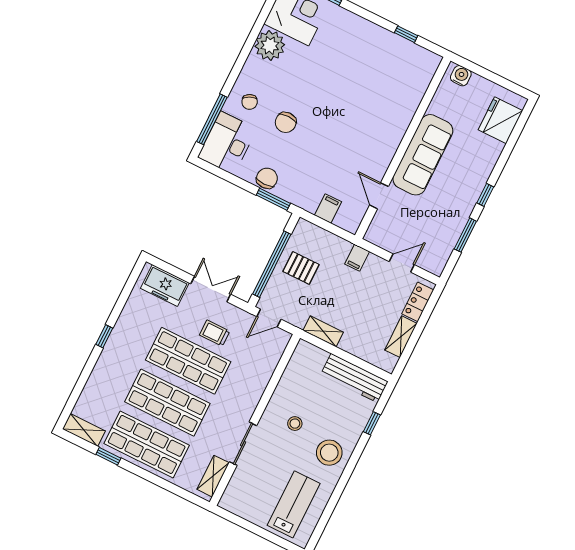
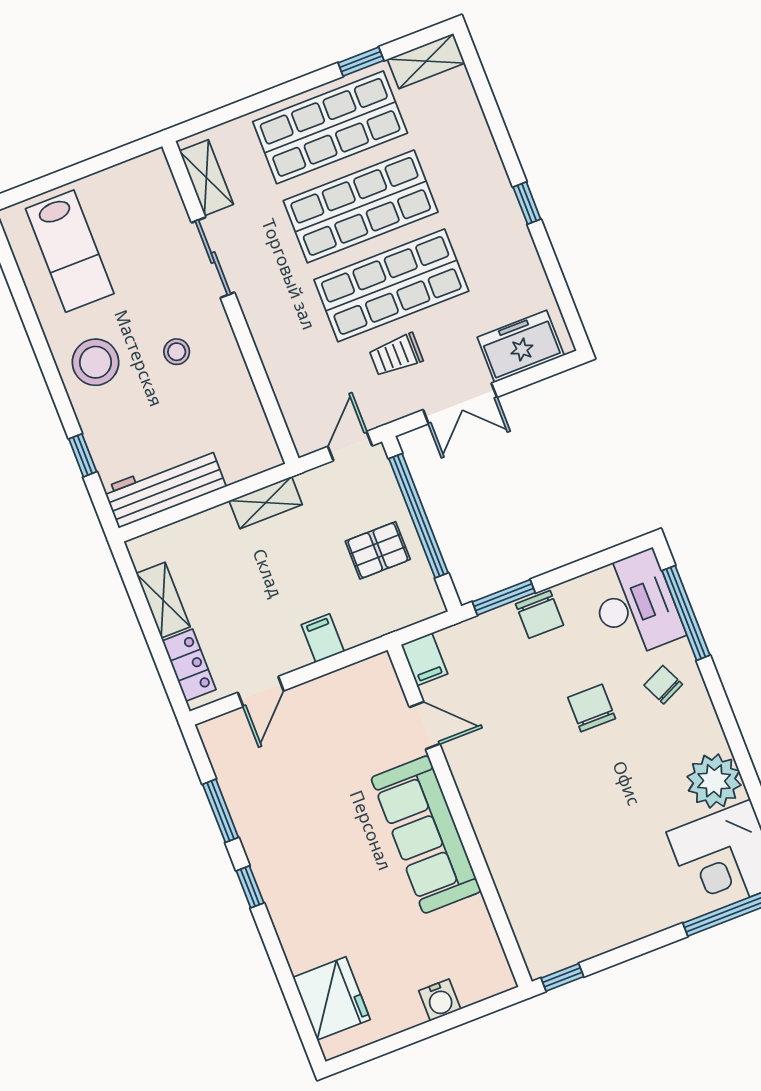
wall: (403, 148) -> (460, 816), moved
sofa: (423, 155) -> (426, 835), moved
door: (379, 196) -> (425, 726), moved
trolley: (215, 333) -> (396, 355), turned 180

